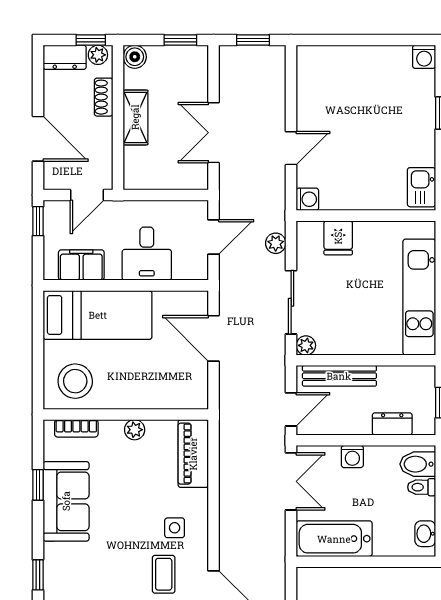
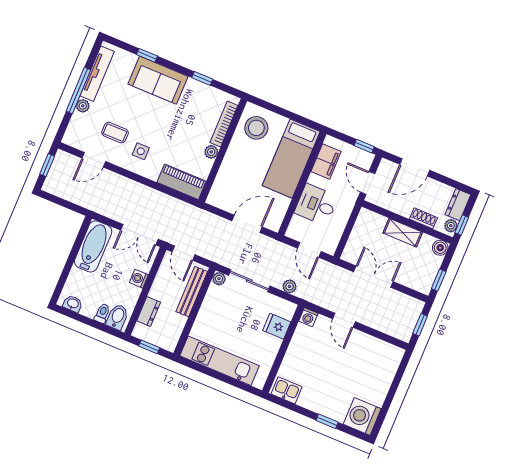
washing machine: (424, 57) -> (362, 416), width x1.89, depth x1.89
bookcase: (76, 428) -> (224, 124), width x1.56
sofa: (66, 501) -> (158, 80), moved

